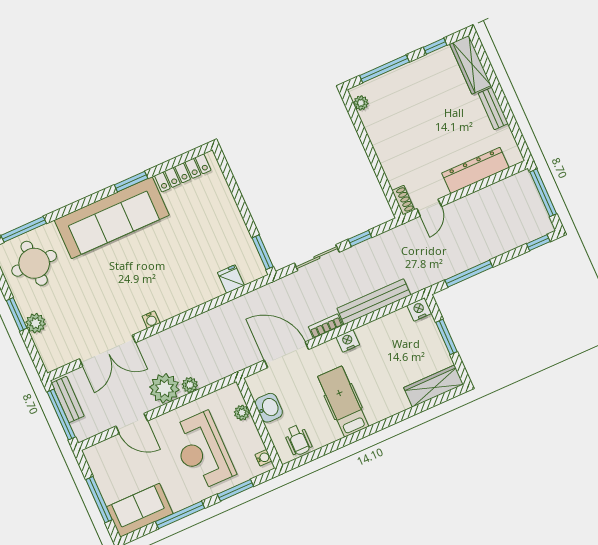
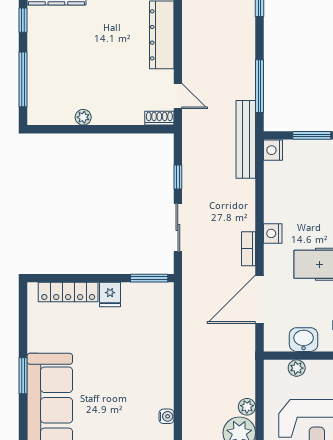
plant: (361, 103) -> (83, 117), moved
locker: (183, 173) -> (68, 292), moved, turned 90
fridge: (231, 279) -> (110, 295), moved, turned -90
bench: (374, 302) -> (246, 139), moved

